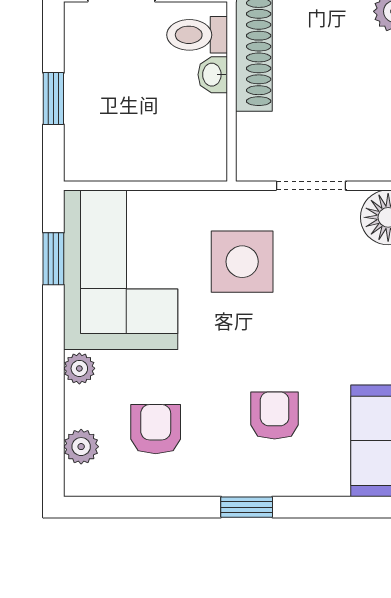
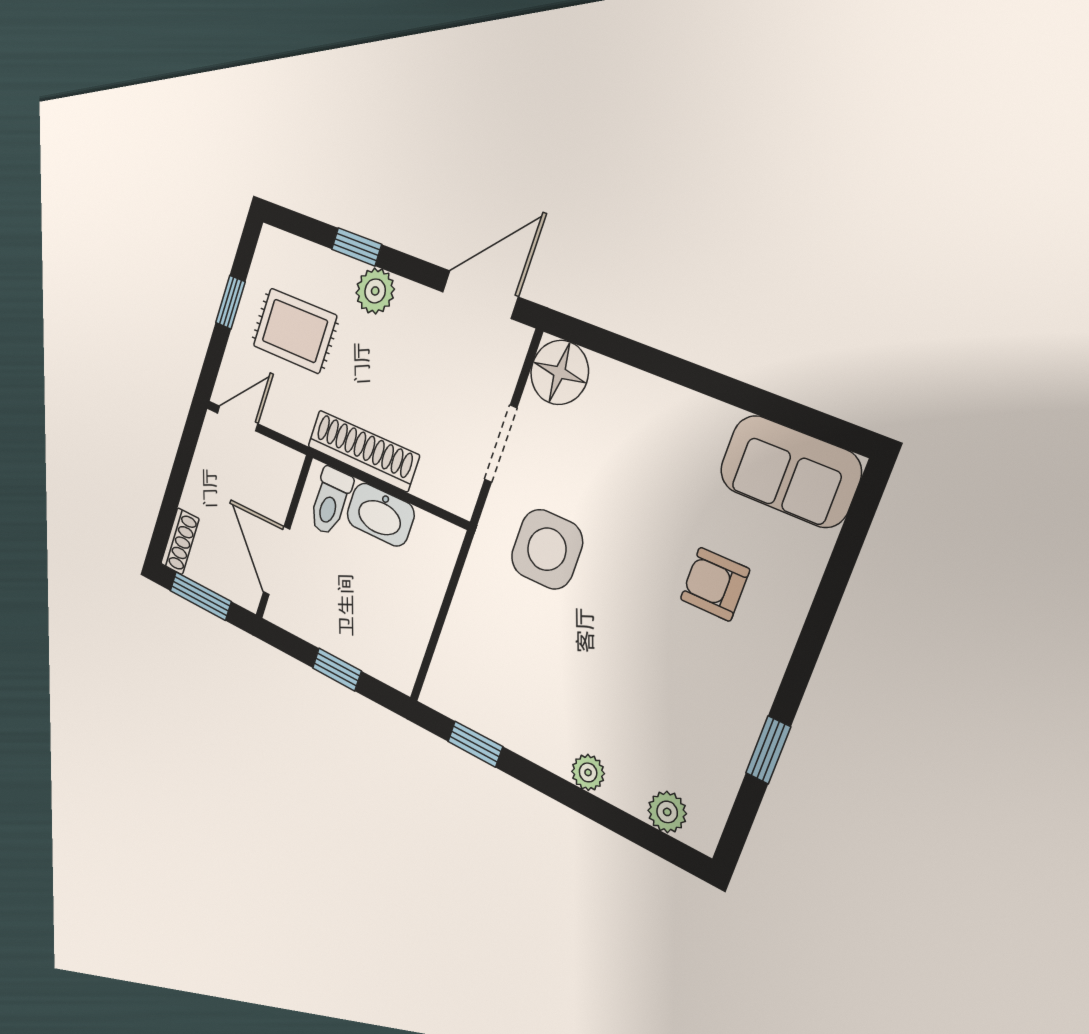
washbasin: (213, 75) -> (380, 515), width x1.91, depth x1.45
corner sofa: (121, 270) -> (509, 681), removed
armchair: (156, 429) -> (680, 722), removed
window: (247, 507) -> (768, 750), moved

